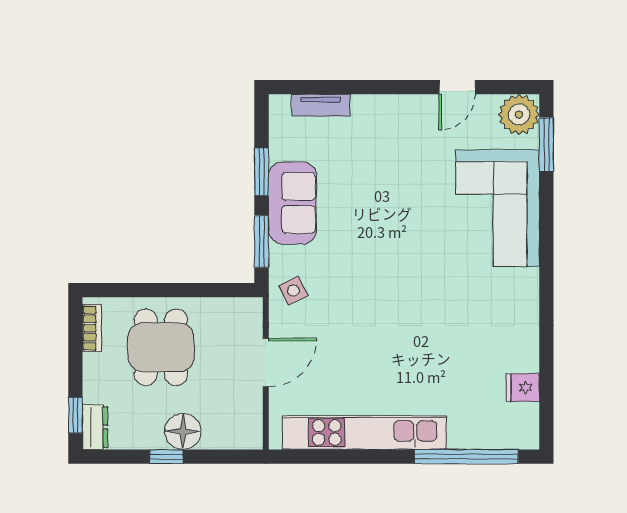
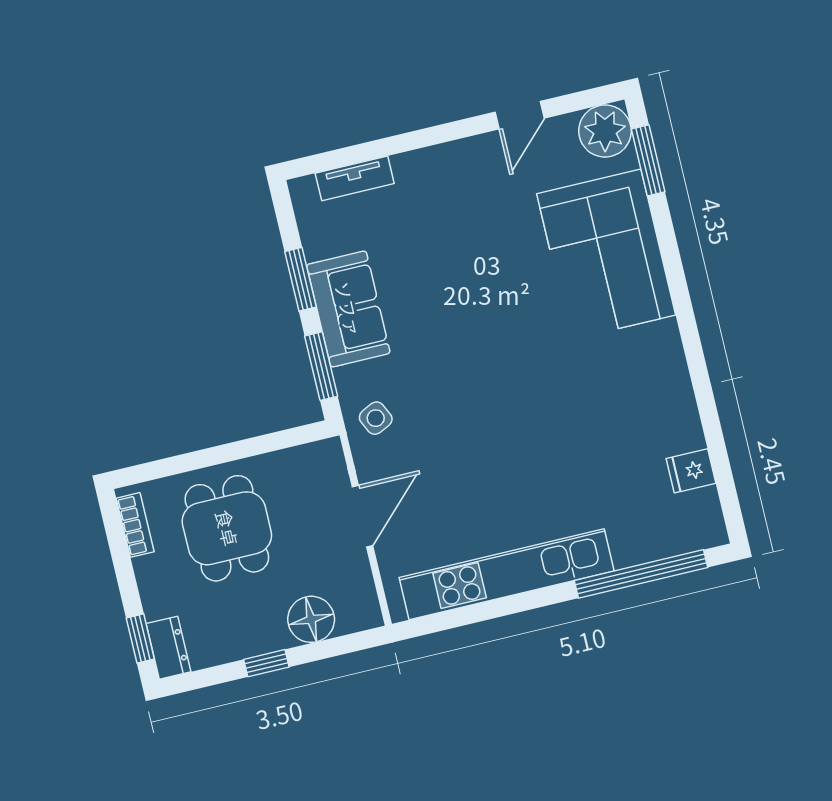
floor lamp: (183, 431) -> (311, 619), moved

